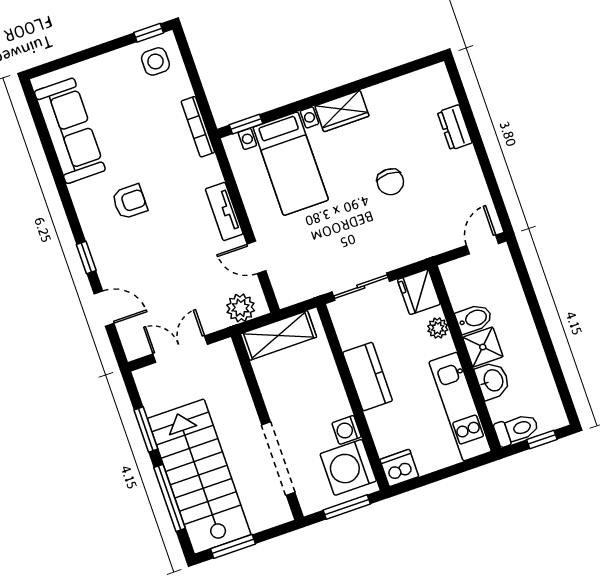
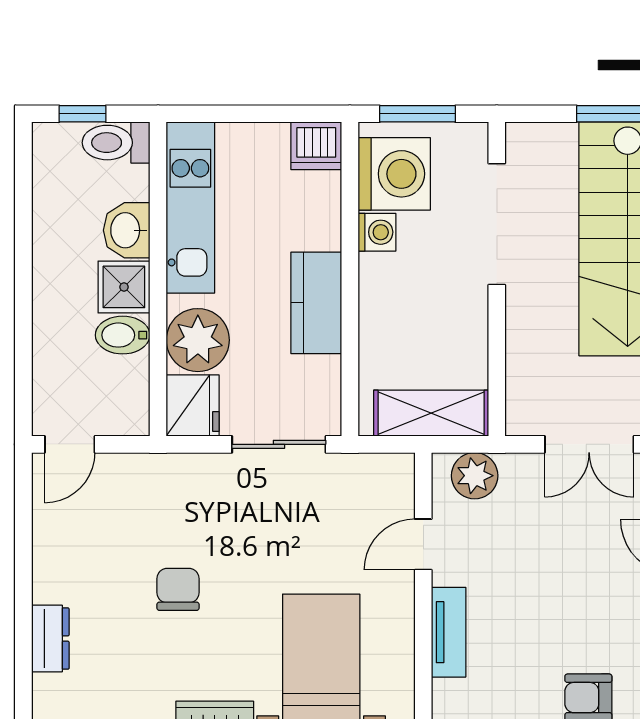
door: (257, 257) -> (423, 544), swing flipped
plant: (438, 328) -> (198, 340), width x1.87, depth x1.87

